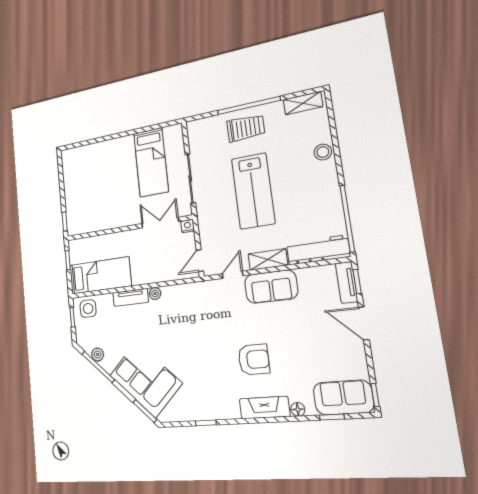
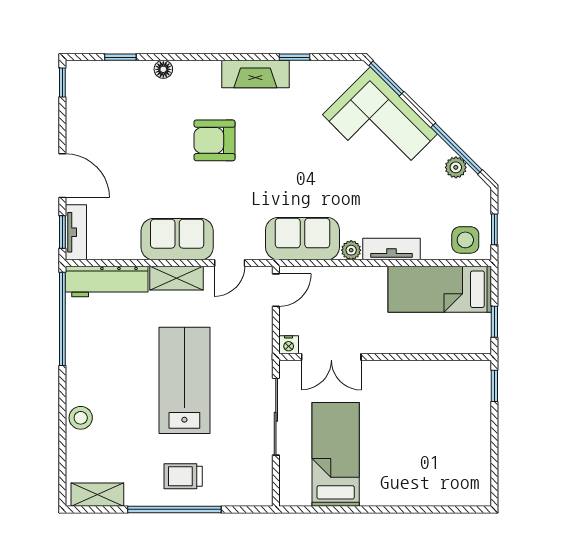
trolley: (246, 128) -> (183, 476), width x0.73, depth x0.72
sofa: (343, 398) -> (302, 239), moved, turned 180
fireplace: (264, 408) -> (255, 74), moved

